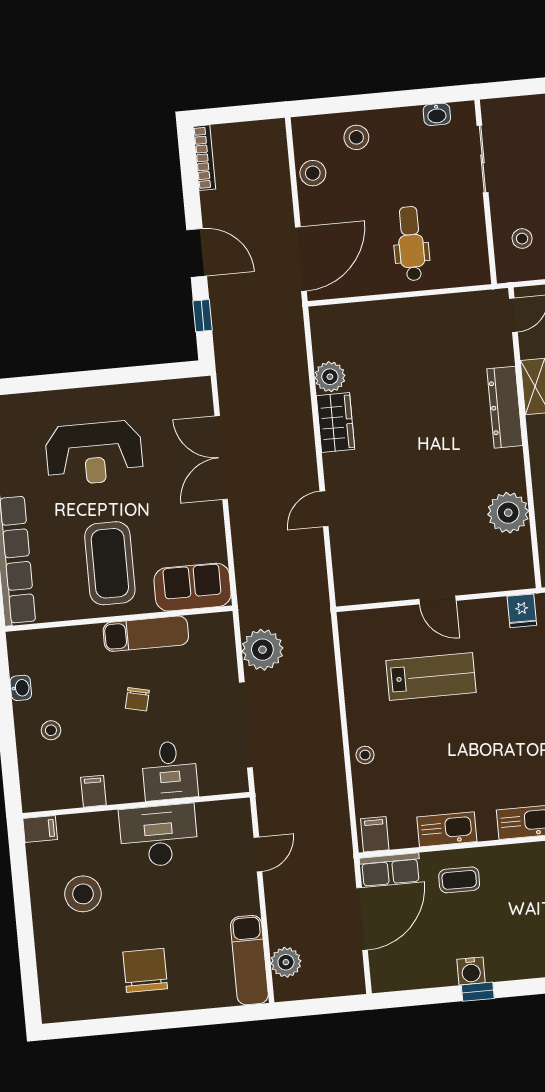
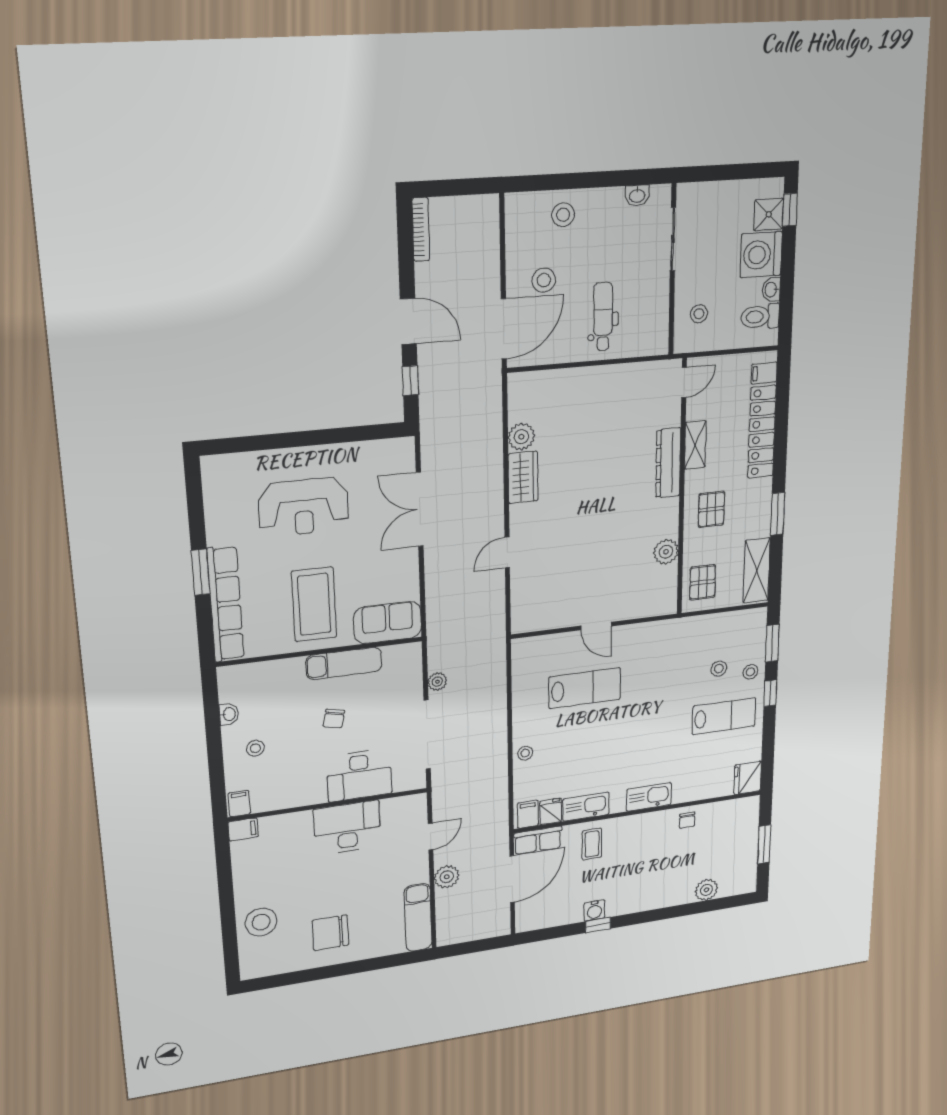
stool: (313, 173) -> (544, 280), moved
plant: (508, 513) -> (666, 552), width x0.73, depth x0.73
fridge: (522, 611) -> (551, 812), moved, turned 180
plant: (262, 650) -> (437, 682), width x0.53, depth x0.53
desk: (170, 771) -> (359, 775), width x1.37
filing cabinet: (93, 791) -> (239, 804), moved
coffee table: (459, 880) -> (592, 844), turned 90
stool: (83, 894) -> (261, 922), moved
plant: (286, 962) -> (447, 877), moved
chair: (145, 970) -> (330, 933), turned -90

